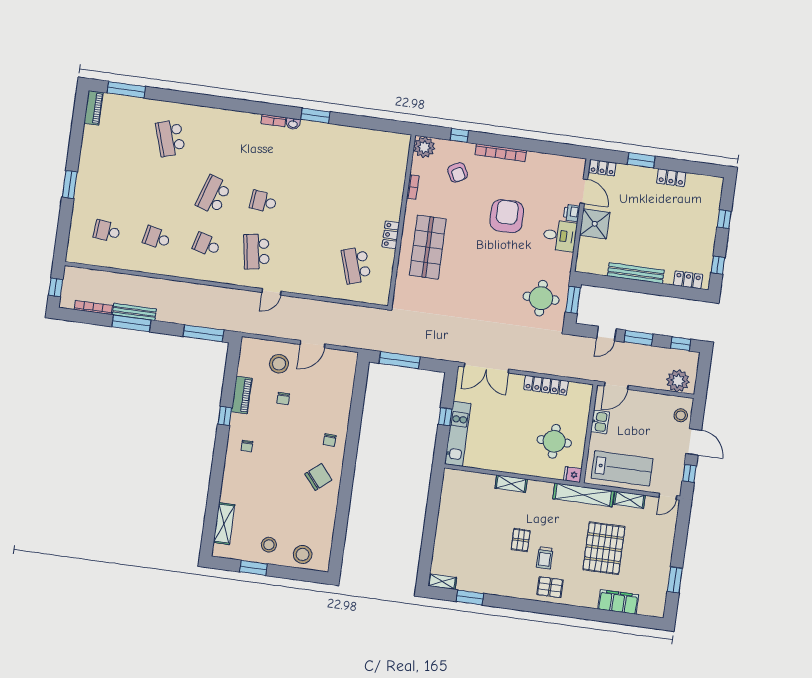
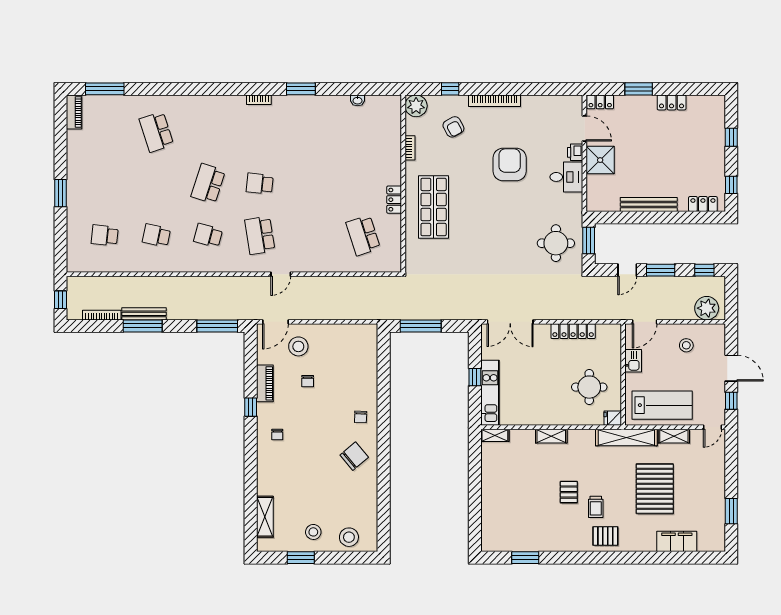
washbasin: (293, 124) -> (358, 100), moved
door: (313, 344) -> (275, 322), moved
stool: (681, 415) -> (686, 345), moved
shelving: (442, 582) -> (495, 435), moved

